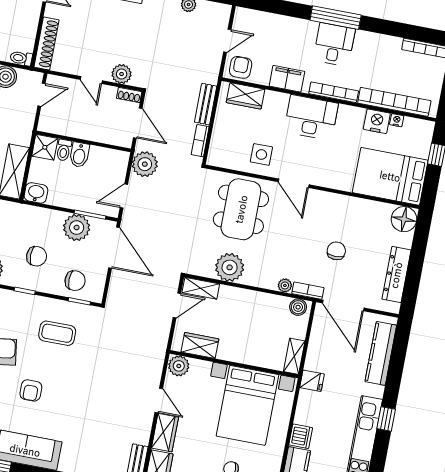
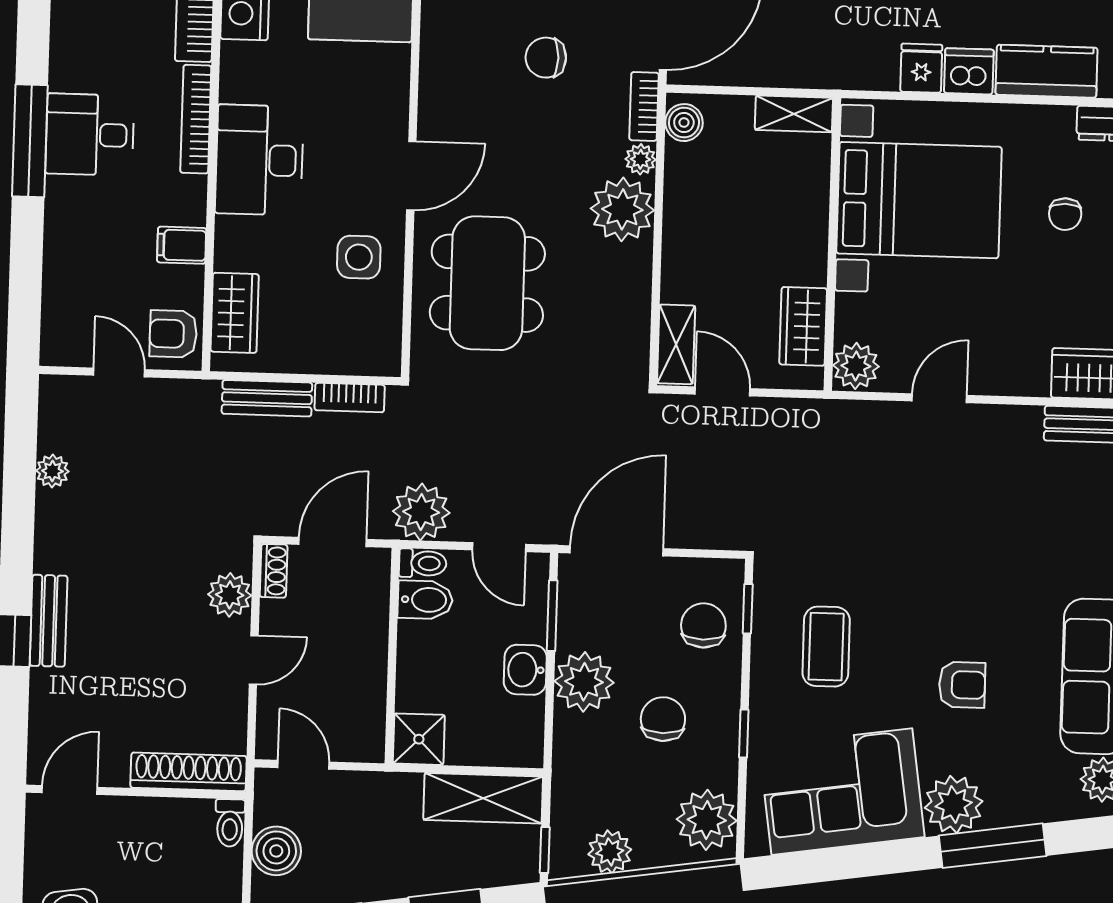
filing cabinet: (287, 79) -> (182, 245), width x0.50
toilet: (64, 150) -> (423, 563), moved
bidet: (79, 155) -> (425, 600), moved
washbasin: (36, 193) -> (525, 670), moved
dining table: (241, 209) -> (487, 283), turned 90
plant: (77, 228) -> (584, 682), moved
plant: (230, 267) -> (622, 209), moved
fridge: (312, 381) -> (921, 68), moved
wardrobe: (165, 433) -> (1008, 373), removed

